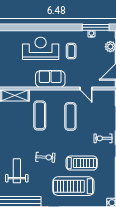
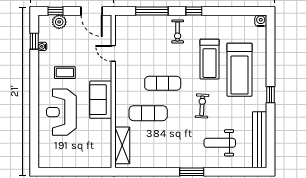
window: (96, 27) -> (34, 41), width x0.46
door: (86, 89) -> (113, 53), swing flipped
exercise mat: (70, 116) -> (163, 83), moved
treadmill: (82, 163) -> (210, 59), turned 180

